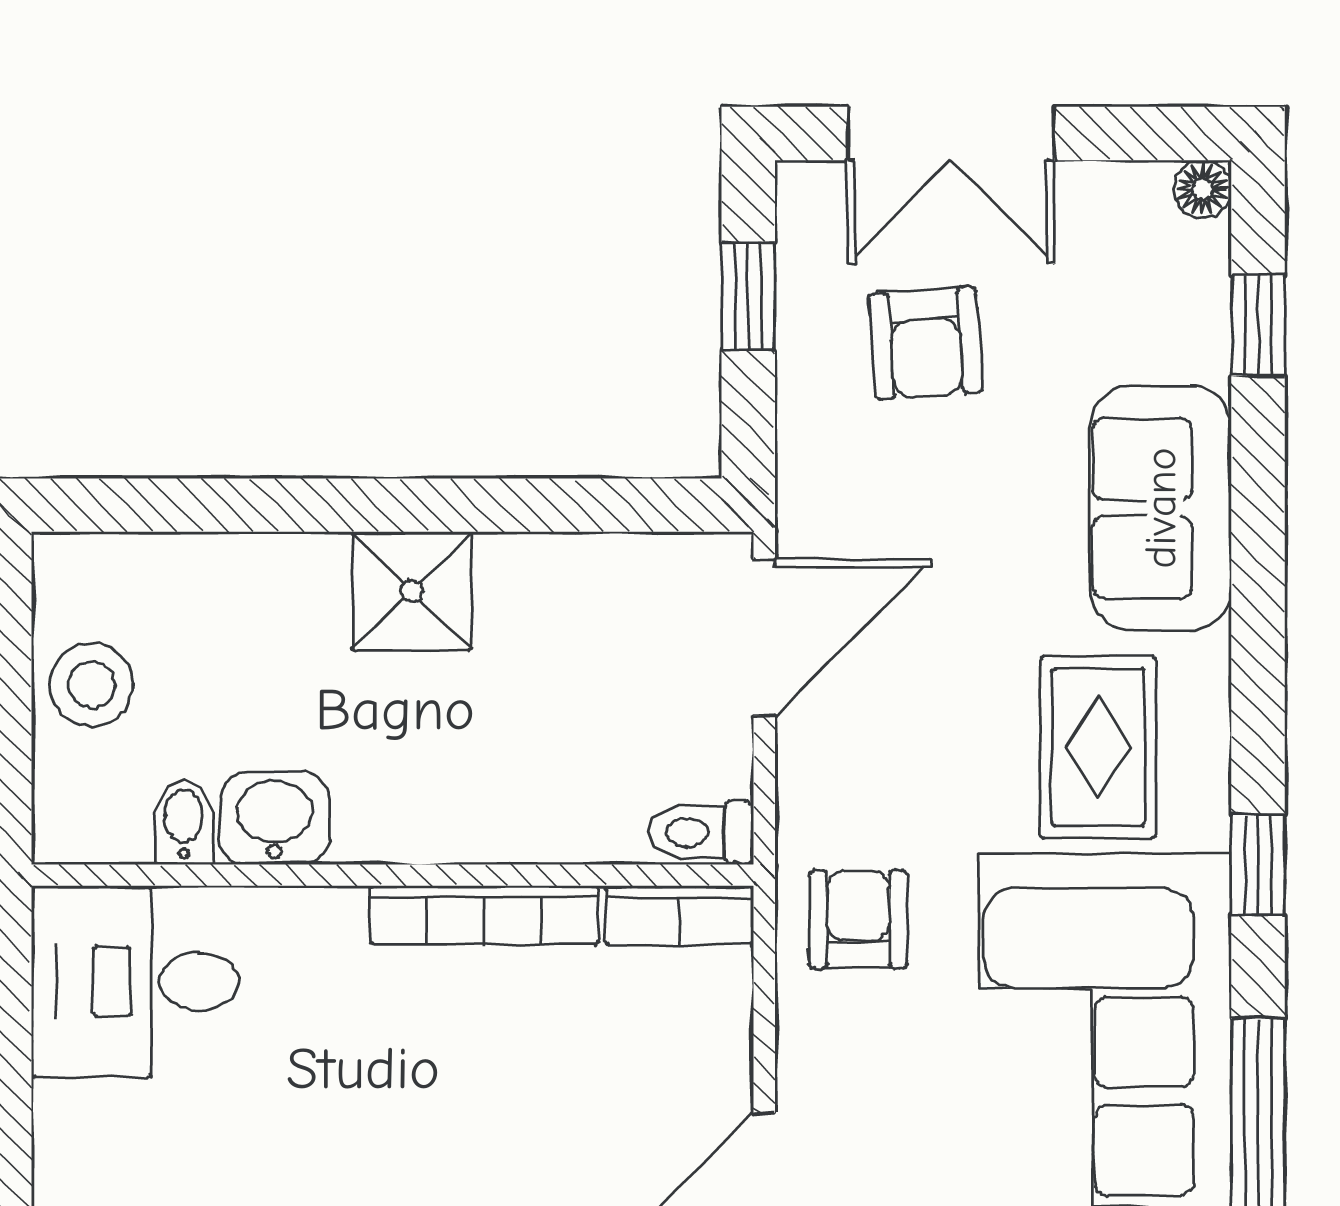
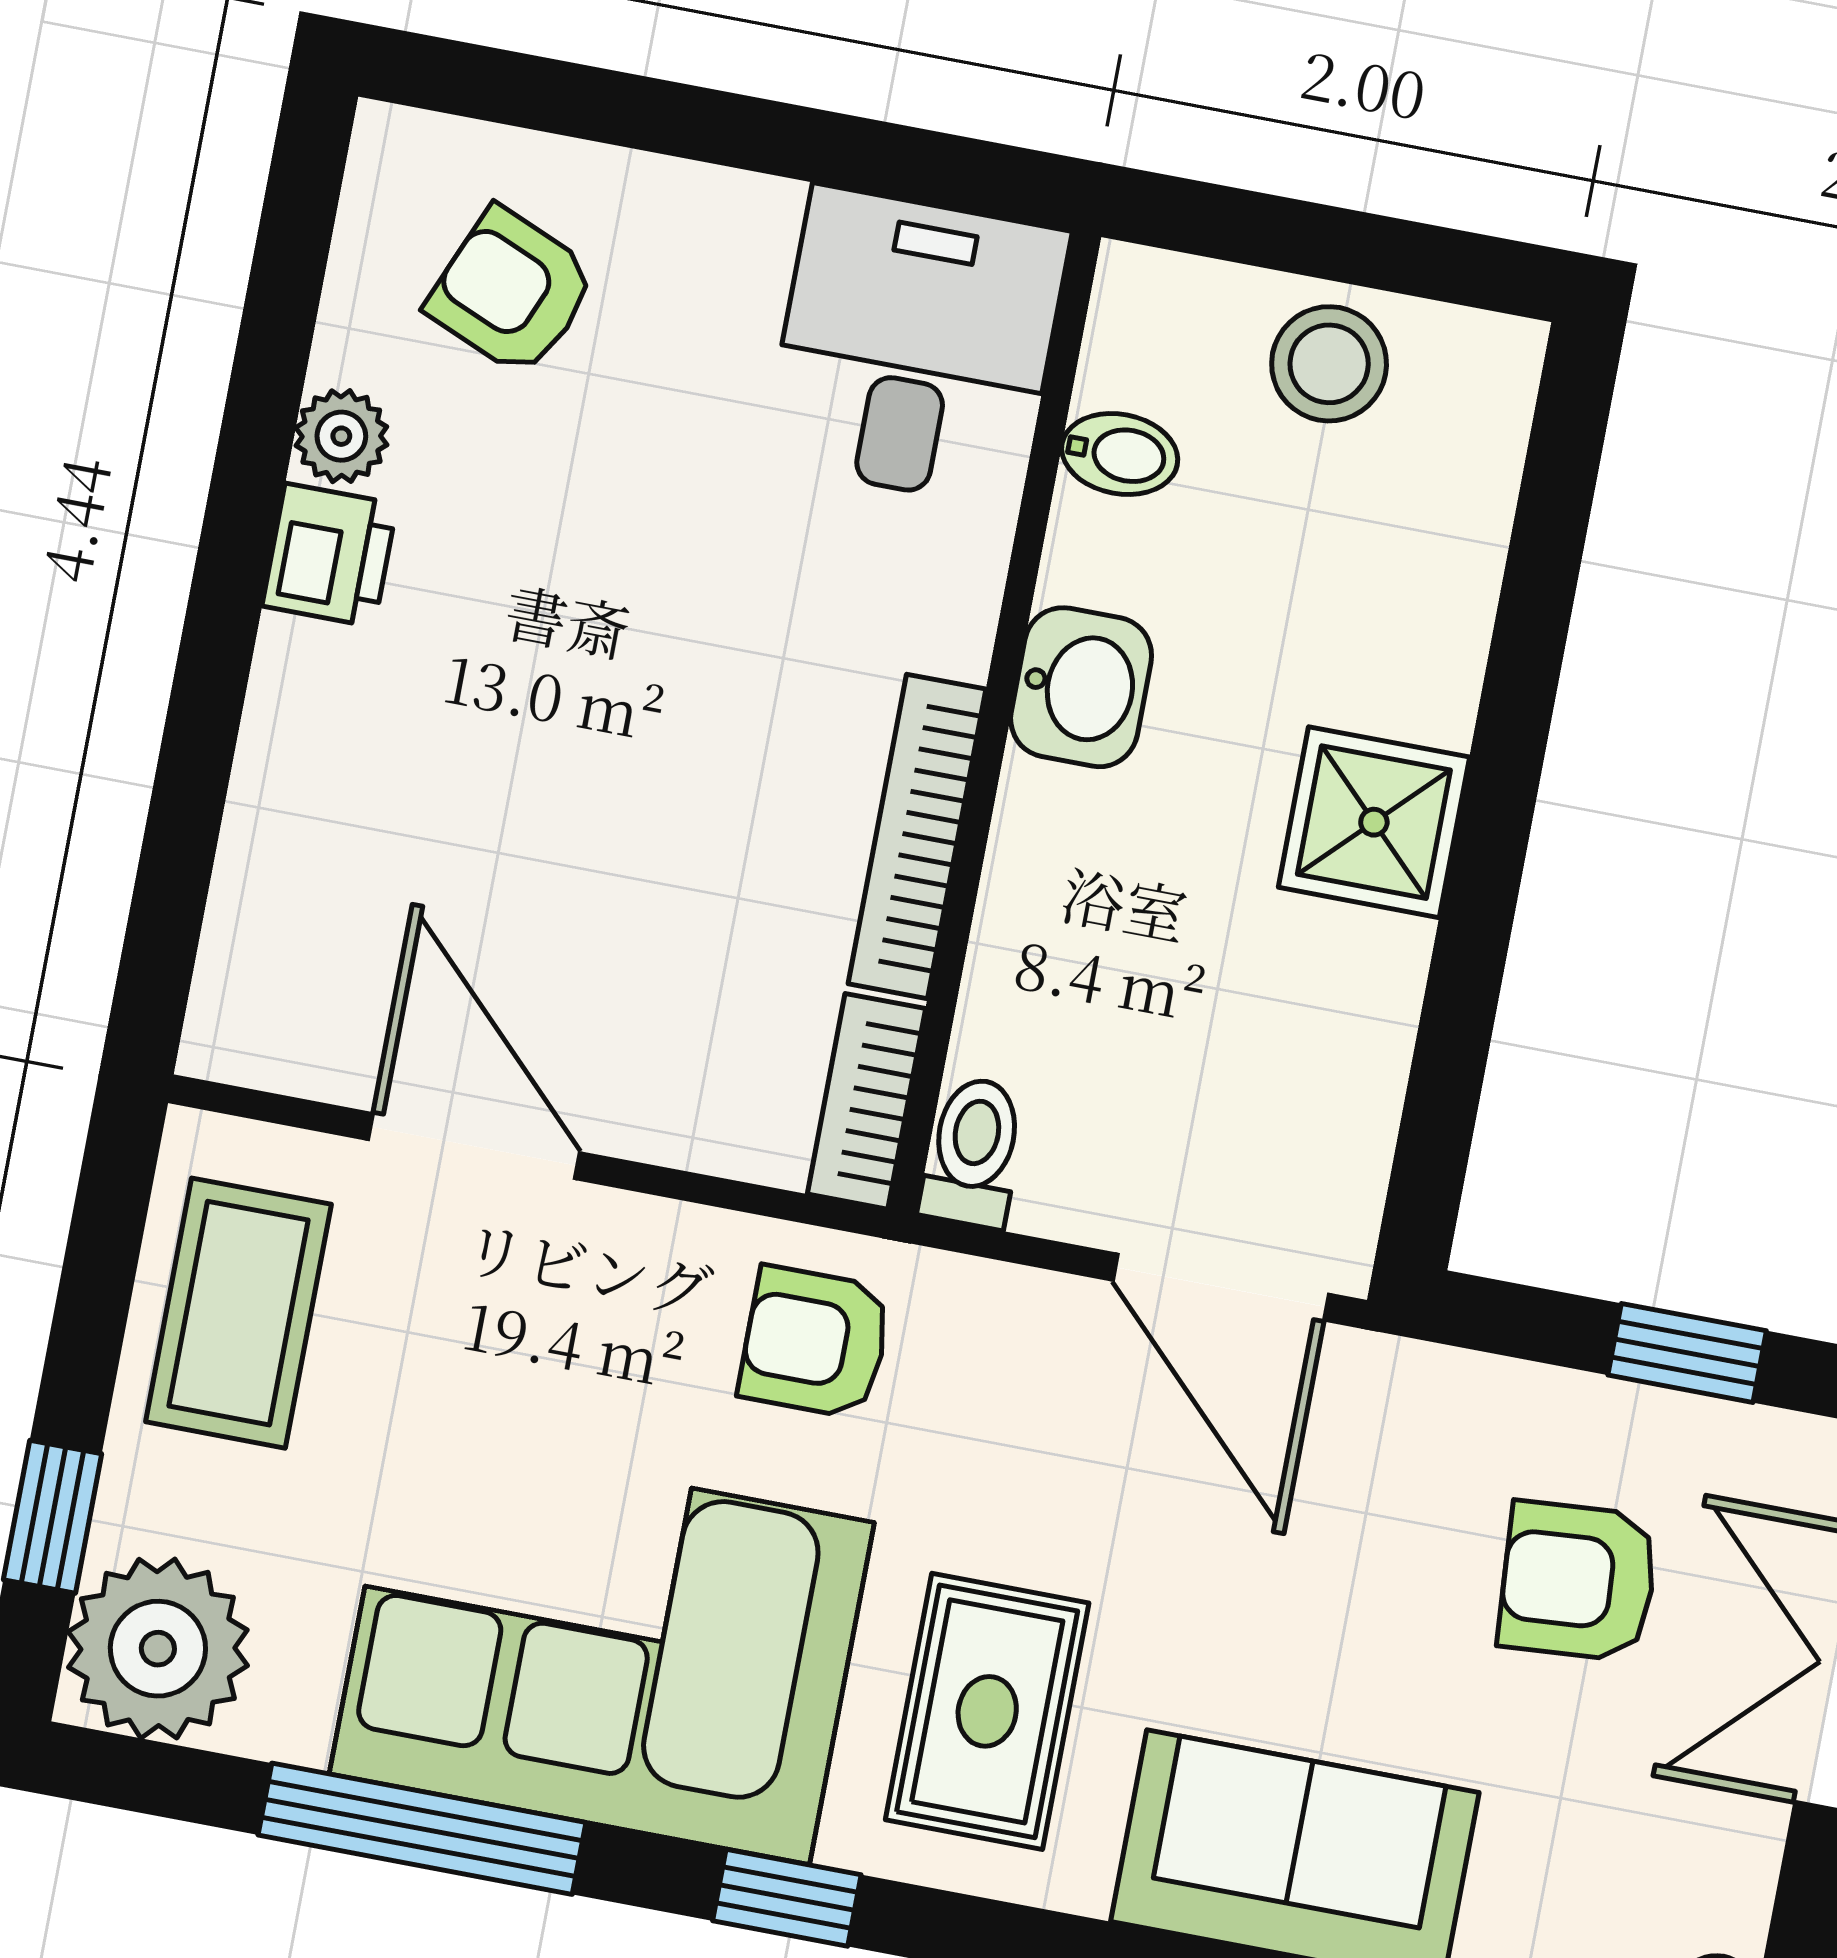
rug: (1098, 747) -> (987, 1711), turned 90
washbasin: (275, 818) -> (1081, 687), moved
armchair: (858, 919) -> (815, 1342), turned 180

